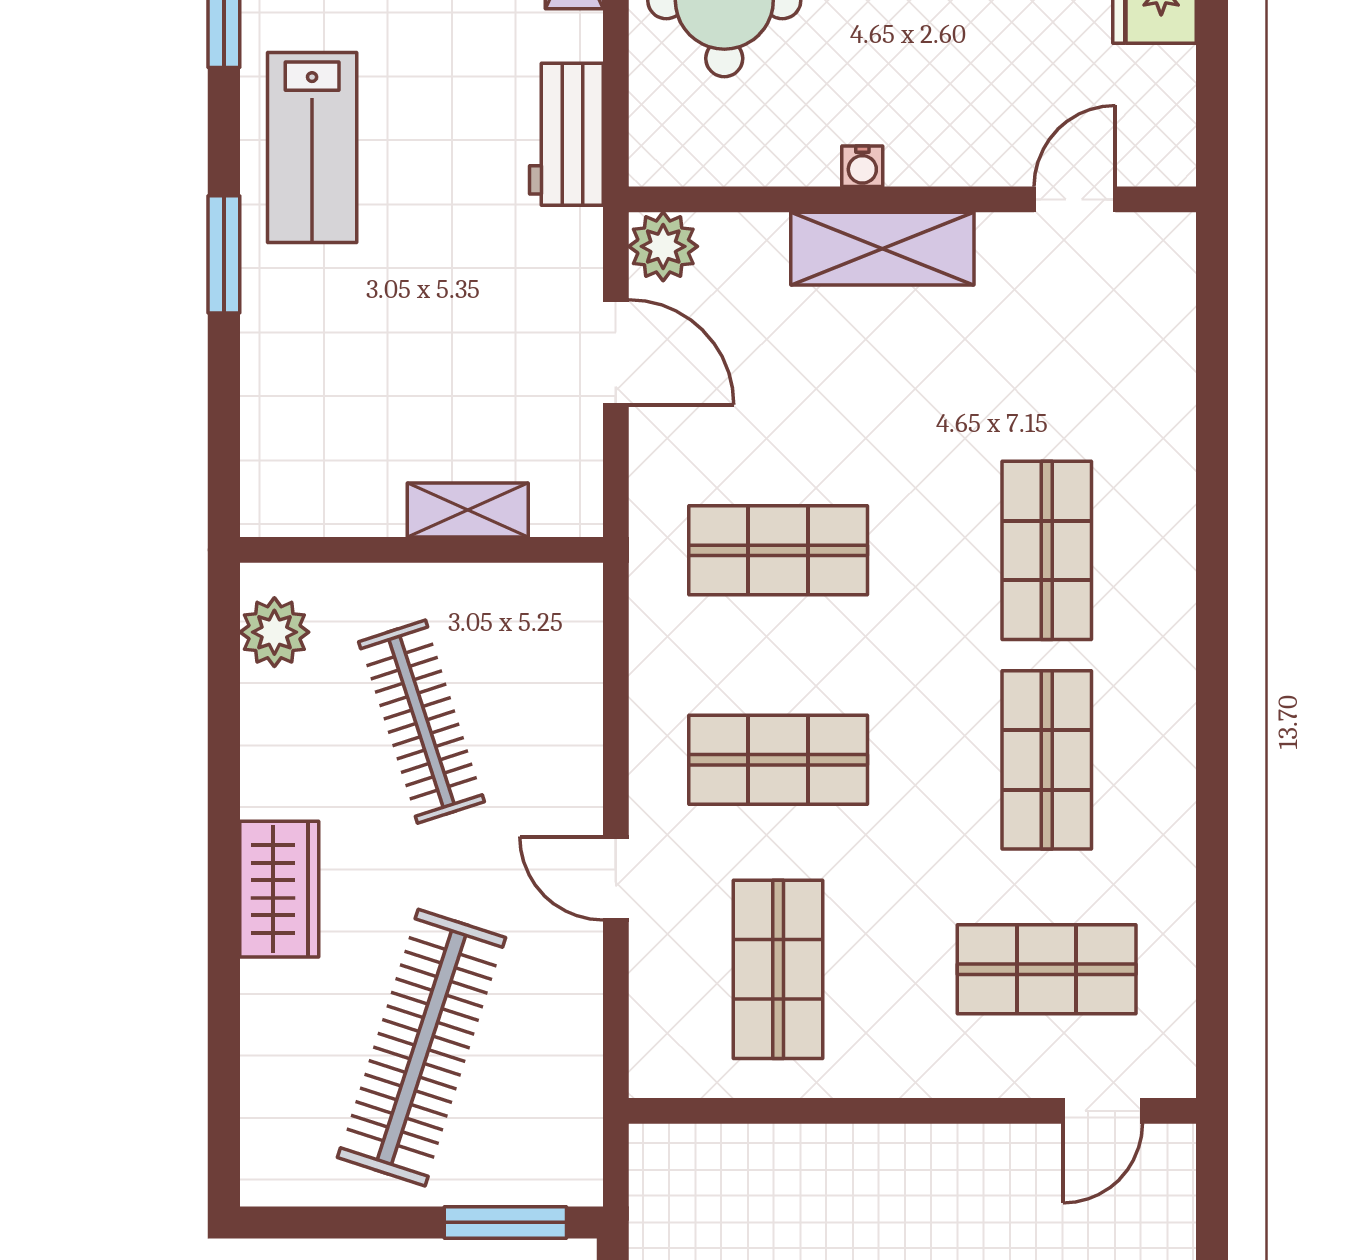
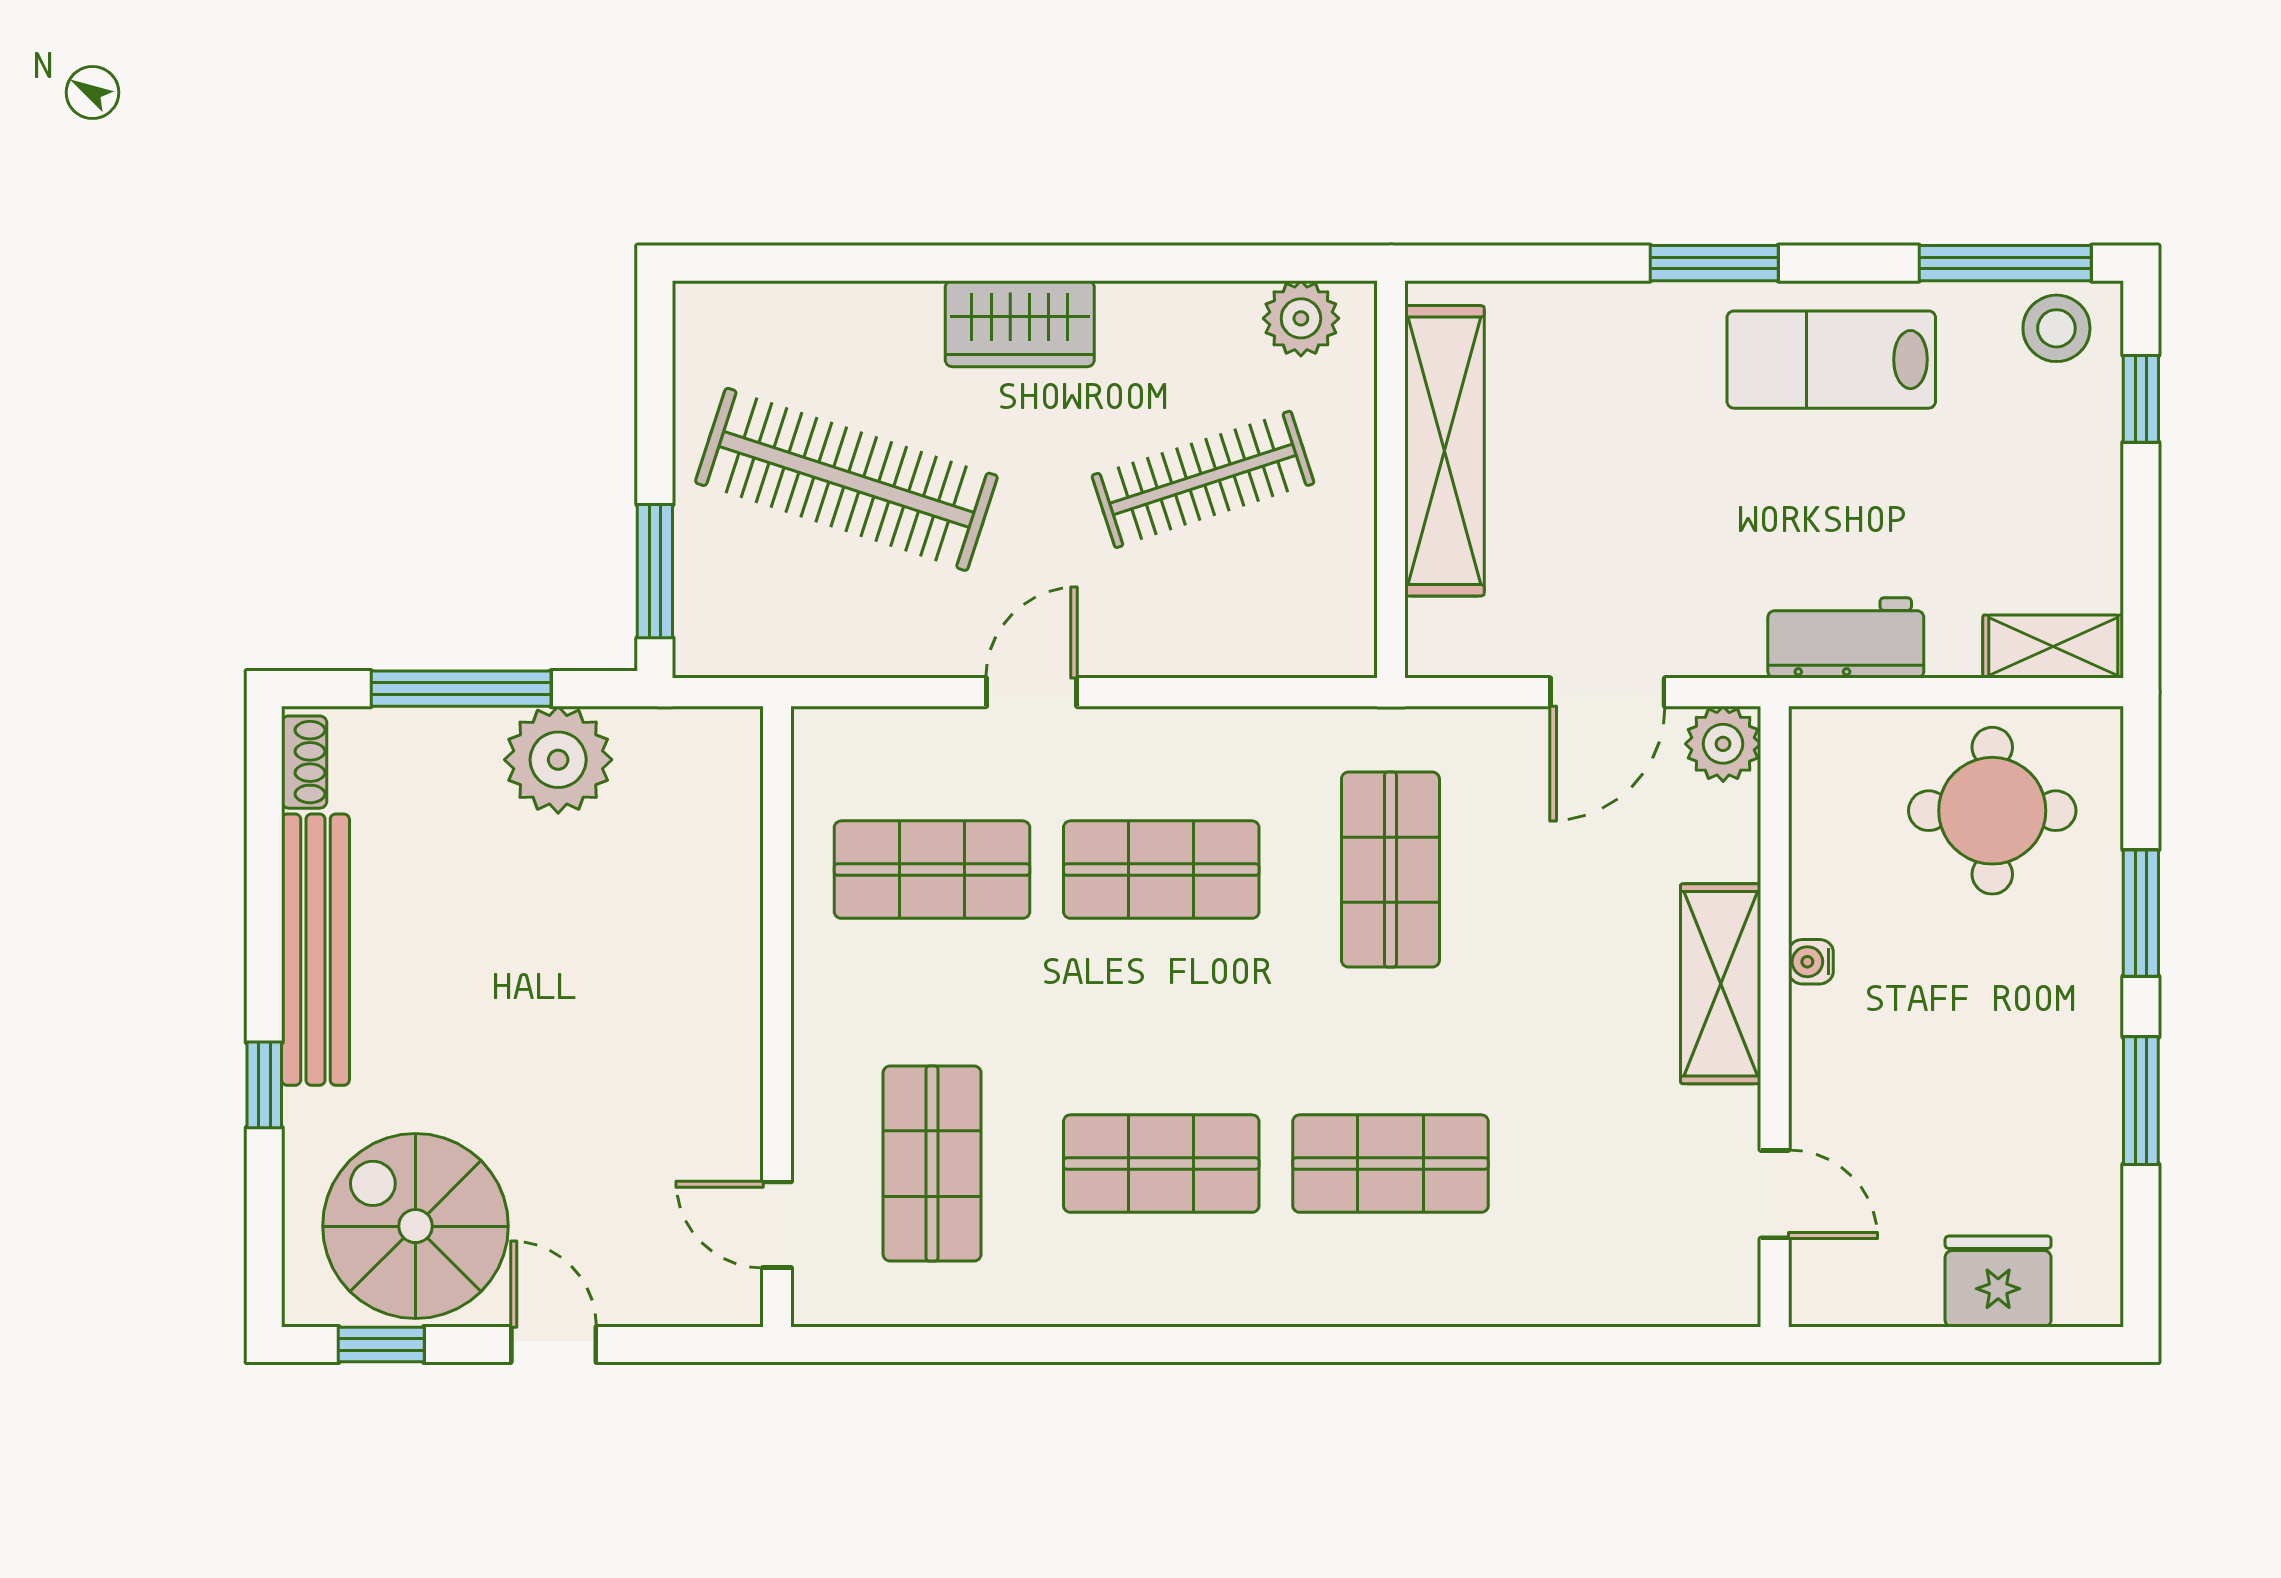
shelving: (468, 510) -> (1445, 451), width x2.20, depth x1.33
shop shelf: (778, 760) -> (1161, 870), turned 90

